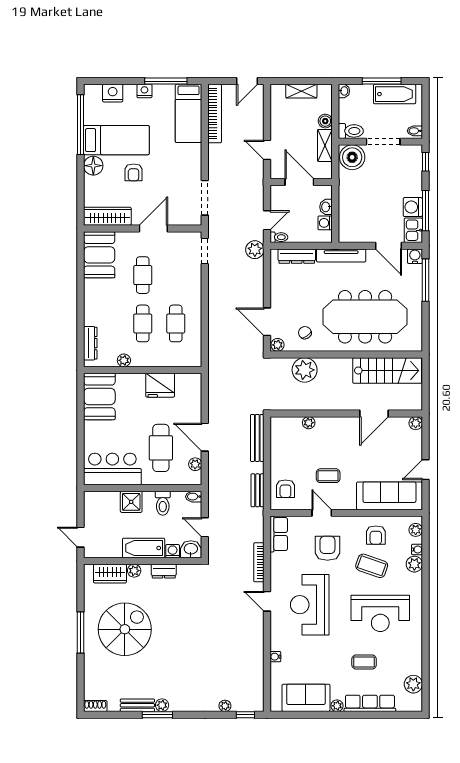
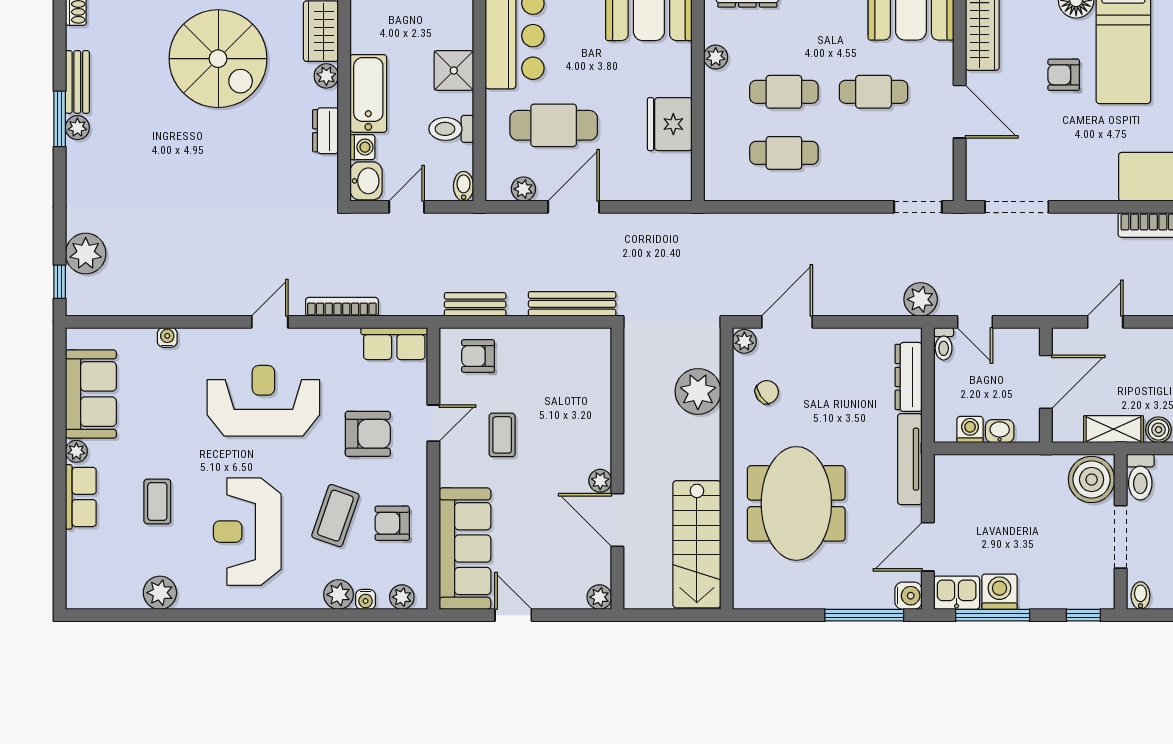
meeting table: (365, 317) -> (796, 503), width x0.73
plant: (309, 423) -> (600, 481), moved
plant: (413, 684) -> (160, 593), moved
row of seats: (370, 703) -> (81, 497), width x0.68
plant: (225, 706) -> (86, 253), width x1.87, depth x1.87

